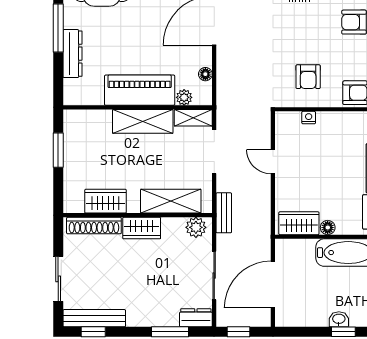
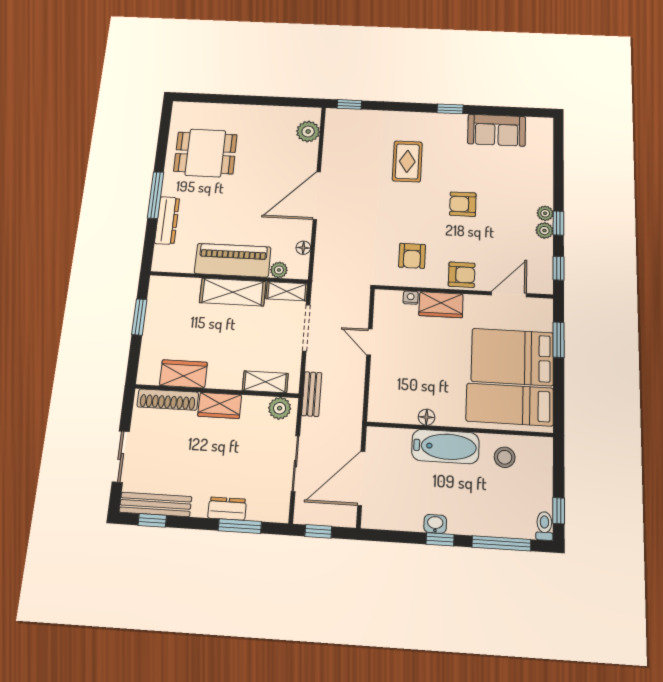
shelving: (171, 201) -> (265, 382), width x0.67, depth x0.75
wardrobe: (299, 223) -> (441, 305), moved, turned 180
dresser: (196, 318) -> (227, 509), moved

